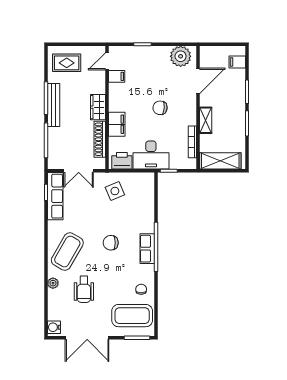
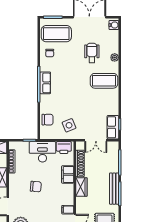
double door: (79, 171) -> (96, 140), swing flipped
row of seats: (55, 196) -> (113, 127), width x0.68
chair: (111, 243) -> (48, 120), moved
coffee table: (67, 252) -> (104, 81), turned 60

